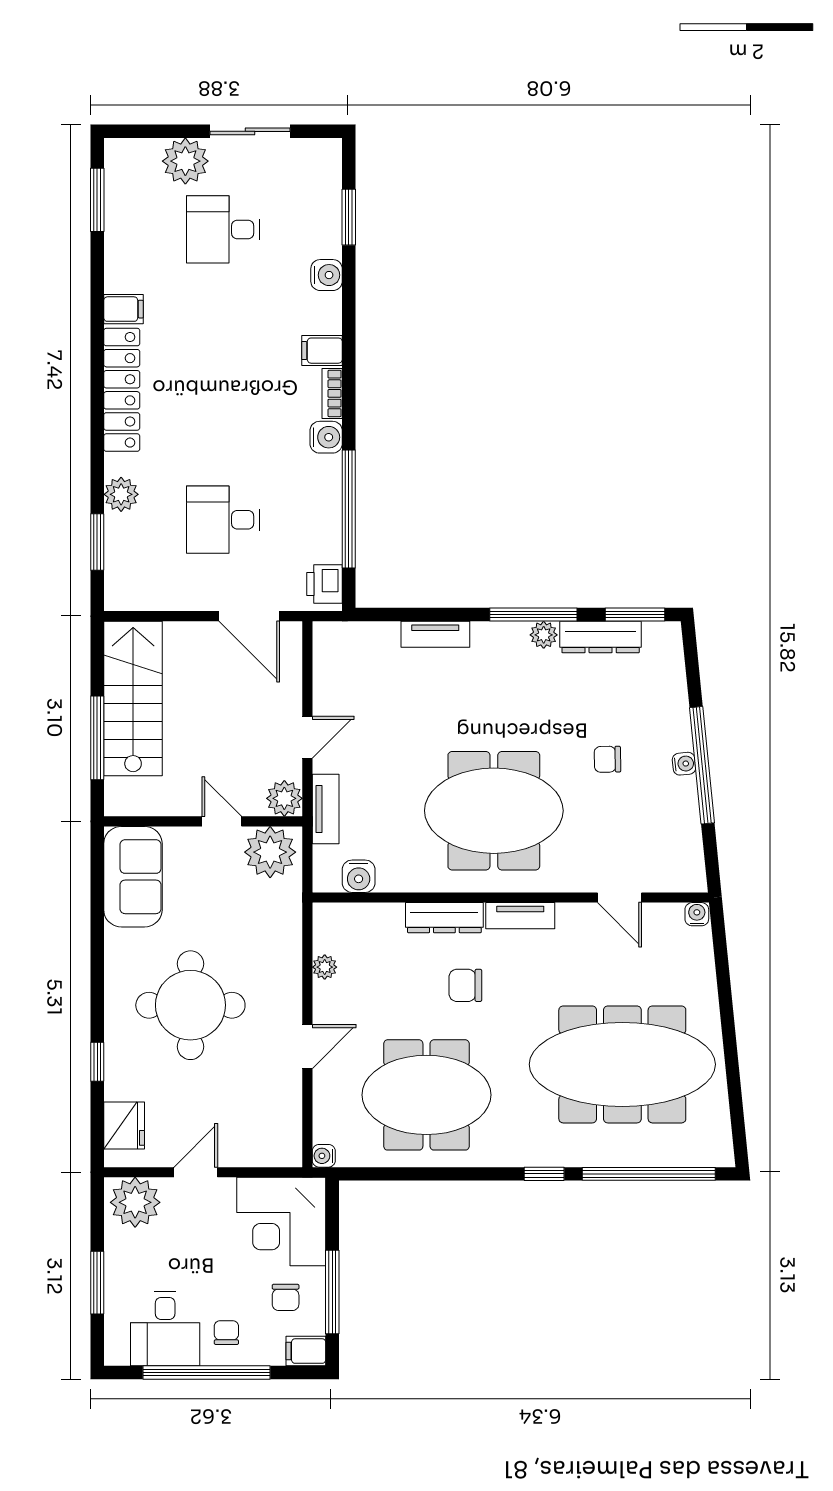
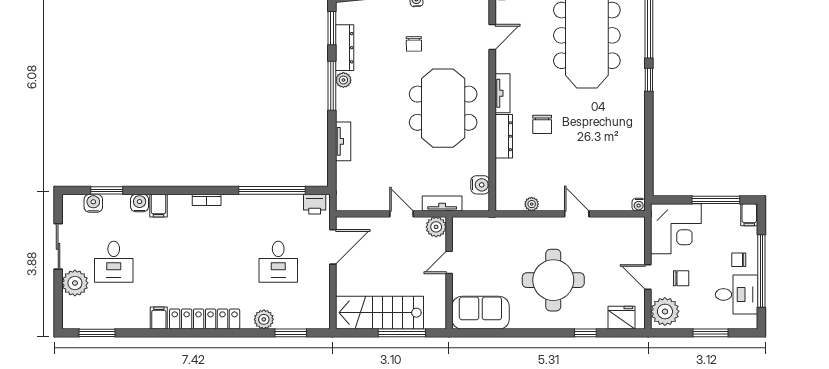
filing cabinet: (322, 351) -> (158, 206), moved
water cooler: (326, 437) -> (93, 203), moved
plant: (270, 852) -> (467, 235), removed
meeting table: (426, 1095) -> (604, 146), removed
chair: (286, 1297) -> (681, 278), moved

